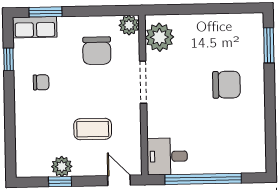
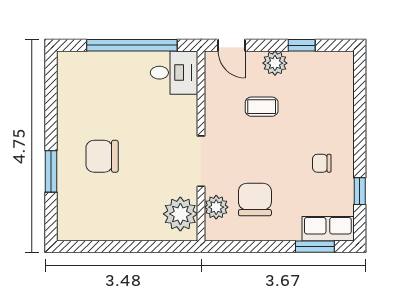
plant: (129, 25) -> (216, 207), moved
window: (269, 45) -> (51, 171), moved
coffee table: (93, 129) -> (262, 107), width x0.73, depth x0.77
plant: (62, 166) -> (275, 63), moved

